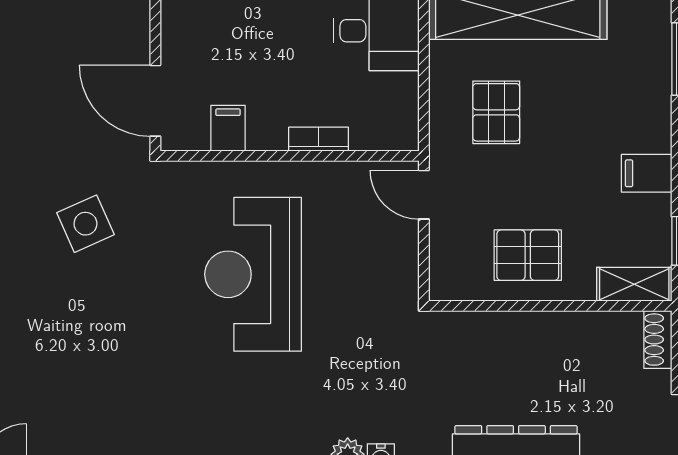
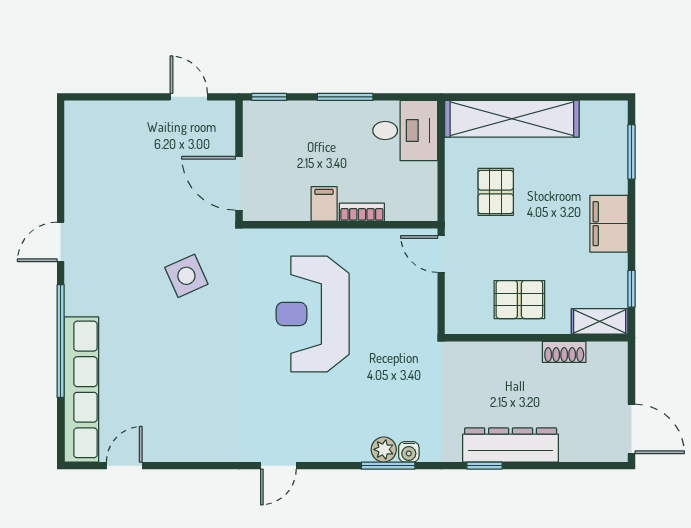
filing cabinet: (228, 128) -> (324, 204), moved
filing cabinet: (647, 173) -> (609, 224), width x2.00
shoe rack: (658, 340) -> (564, 352), moved, turned -90

